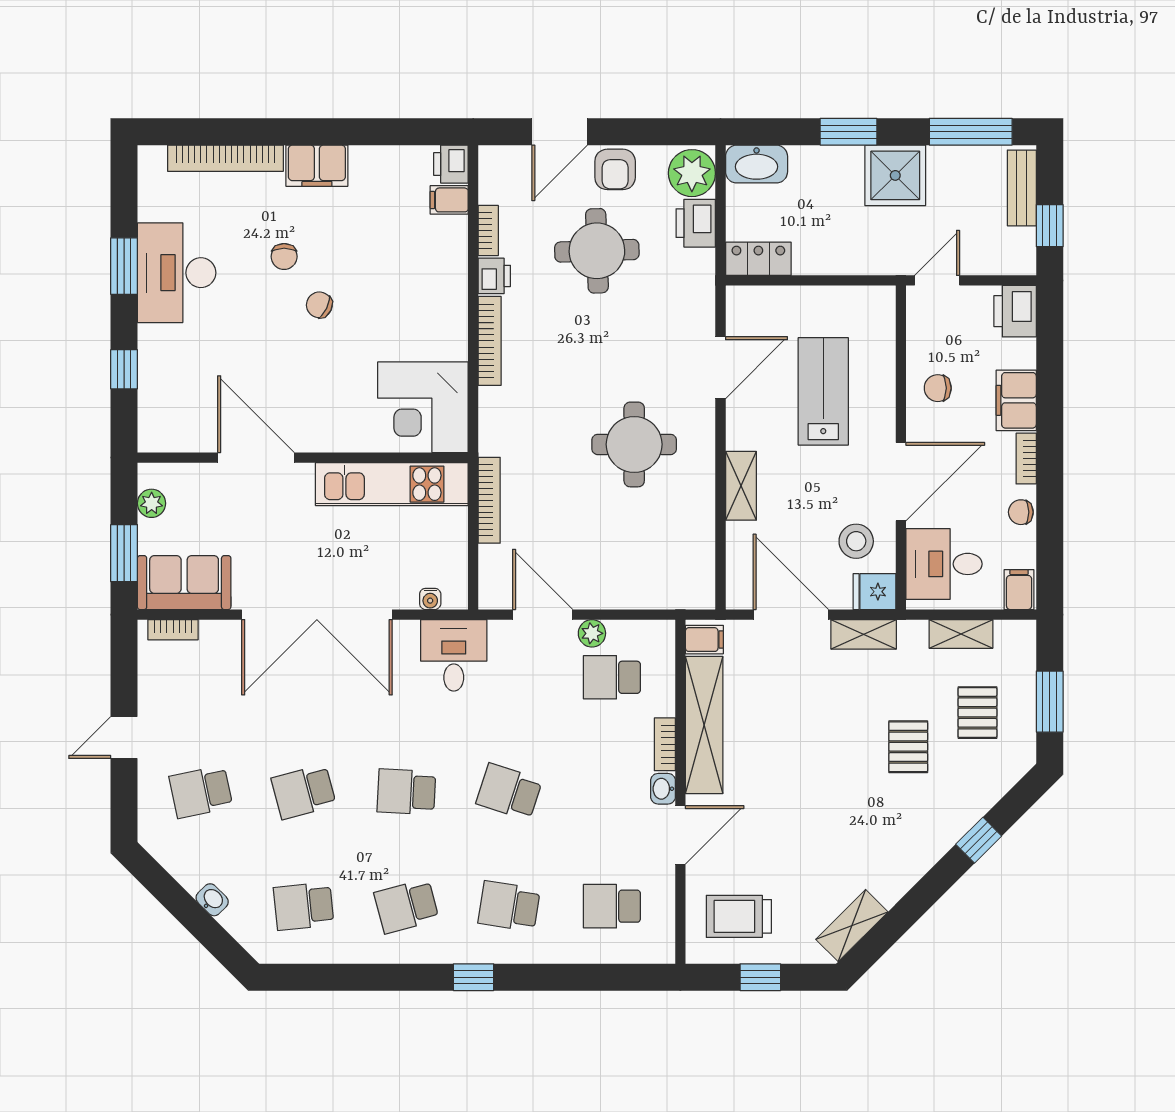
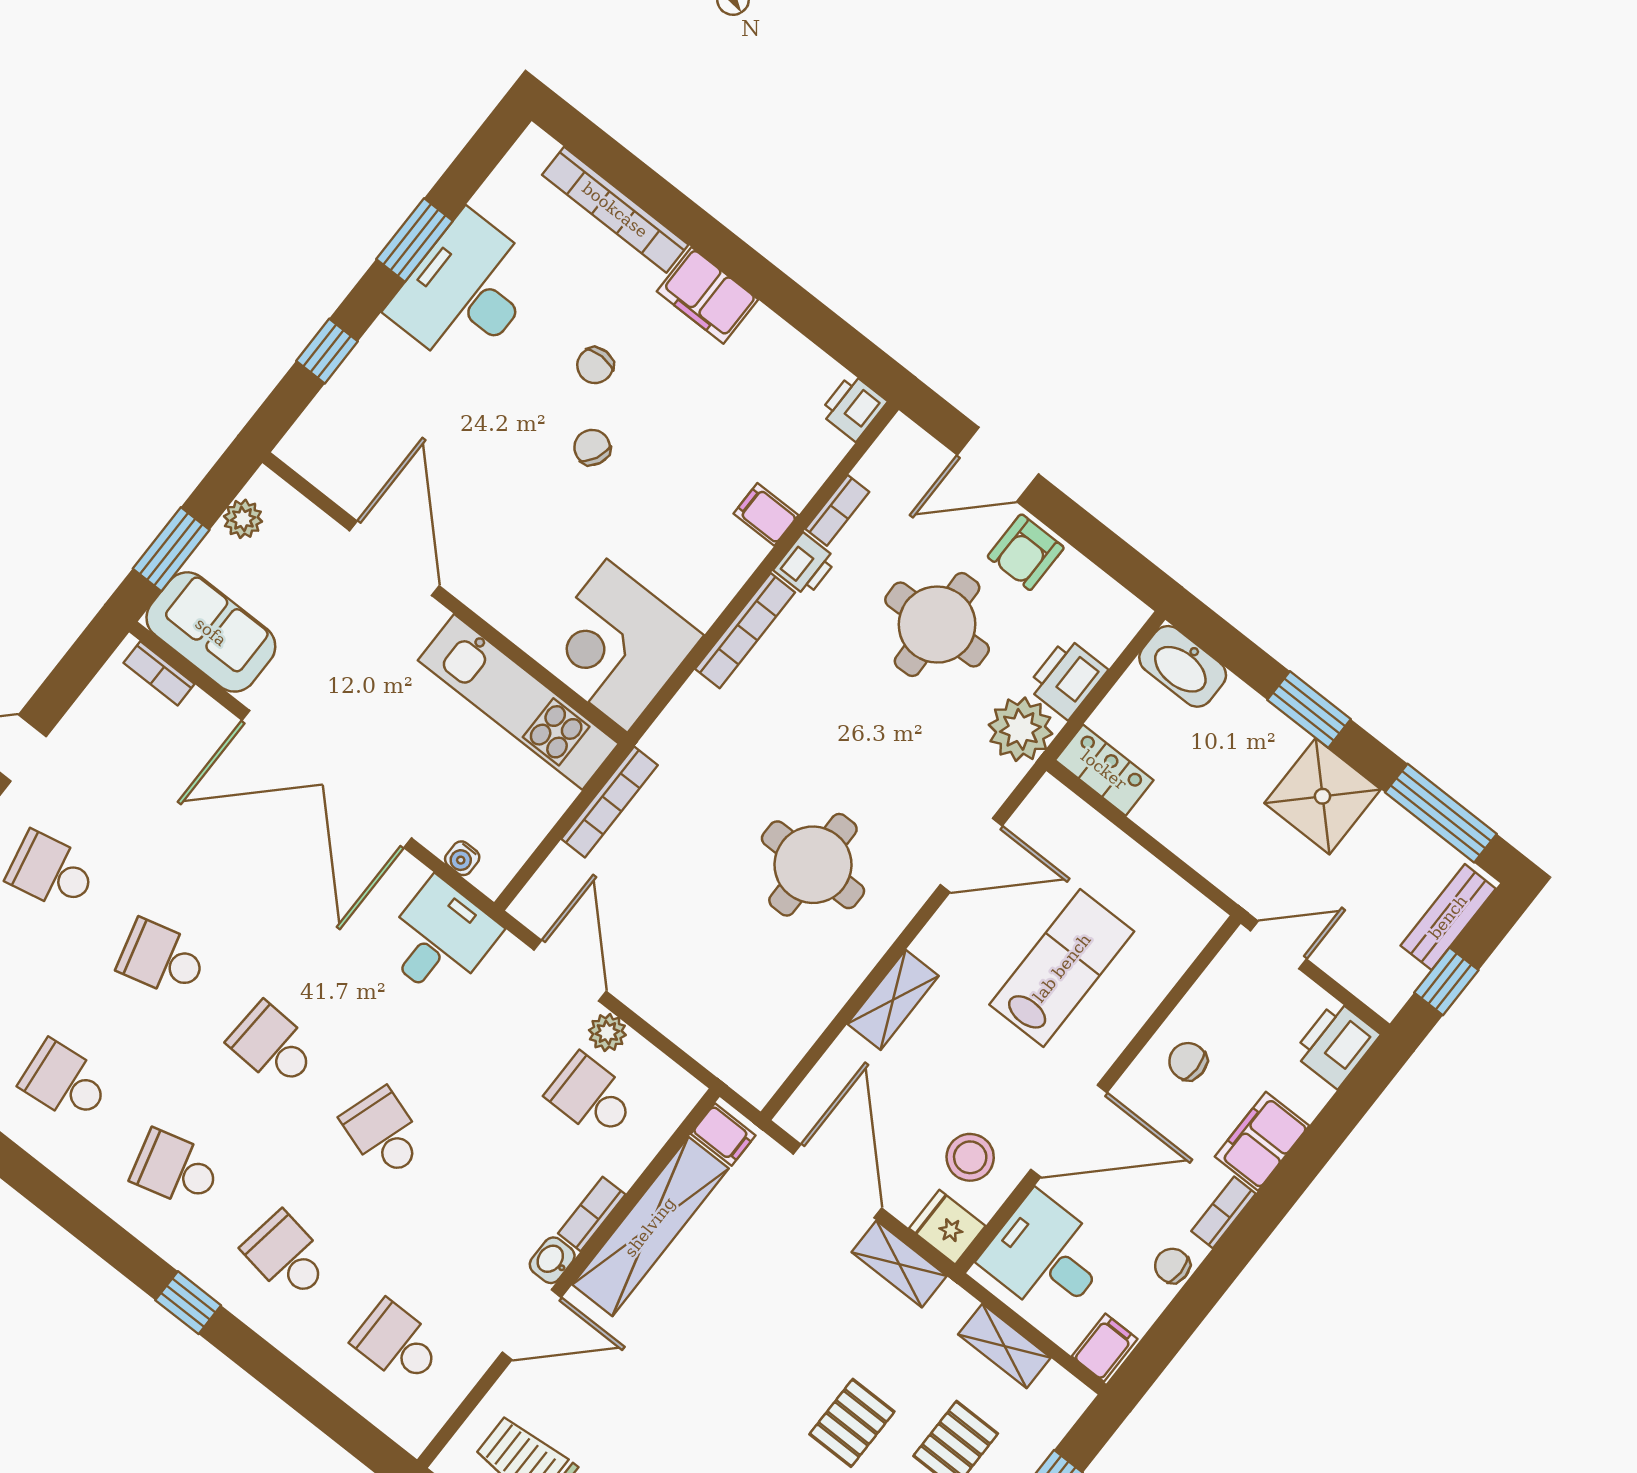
plant: (692, 173) -> (1020, 729), moved
filing cabinet: (449, 200) -> (766, 514), moved

